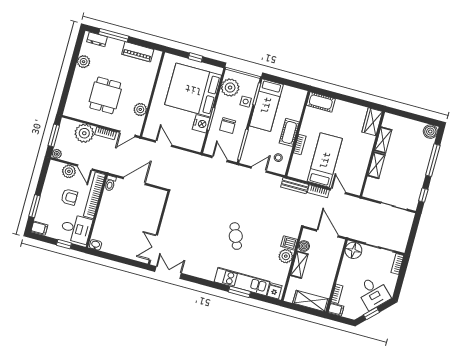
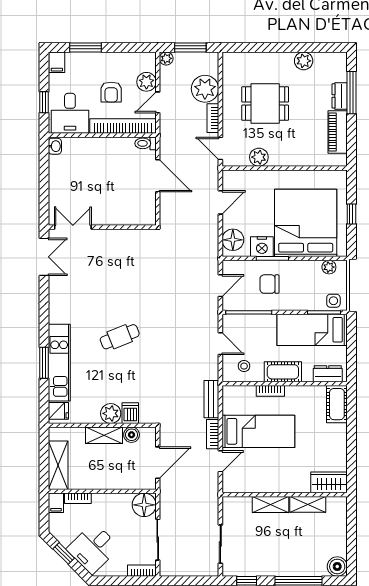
dresser: (97, 39) -> (340, 96), moved
plant: (230, 88) -> (329, 267), width x0.53, depth x0.53
side table: (246, 102) -> (333, 301), moved
dresser: (299, 103) -> (328, 374), added
floor lamp: (191, 142) -> (233, 240), added

